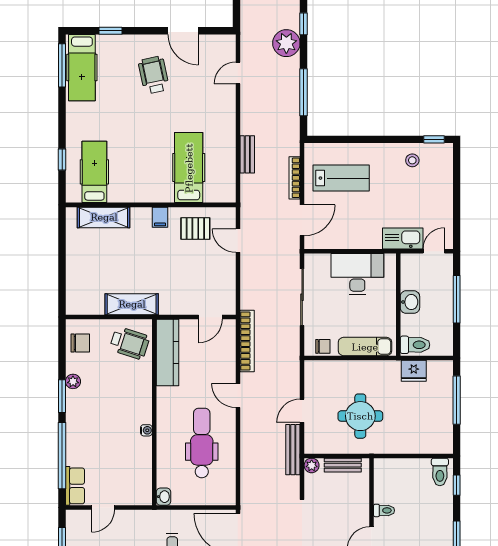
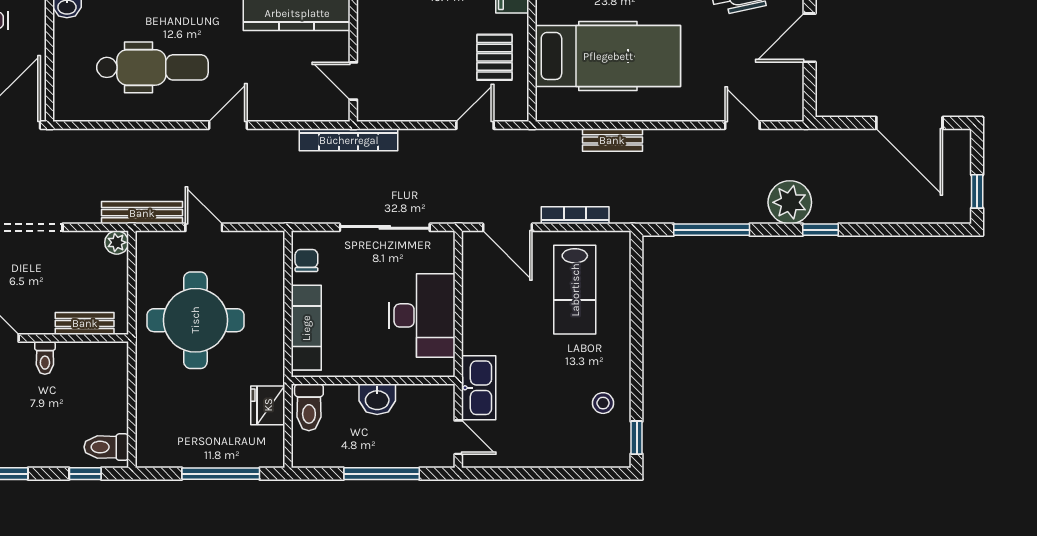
hospital bed: (189, 168) -> (608, 56), width x1.37, depth x1.29
bookcase: (247, 341) -> (349, 140), moved
chair: (323, 346) -> (306, 261), turned 180
round table: (360, 416) -> (195, 320), width x1.36, depth x1.36
bench: (343, 465) -> (85, 323), moved, turned 90

